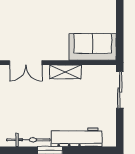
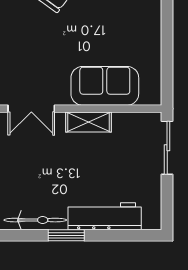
sofa: (93, 47) -> (105, 86), moved

